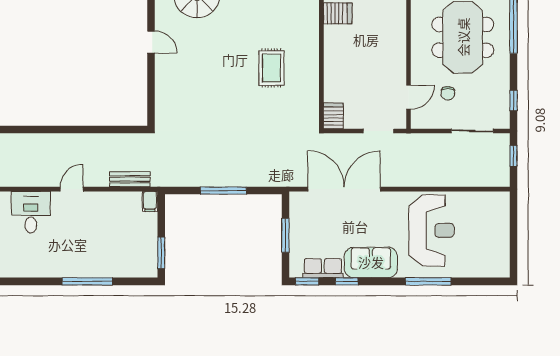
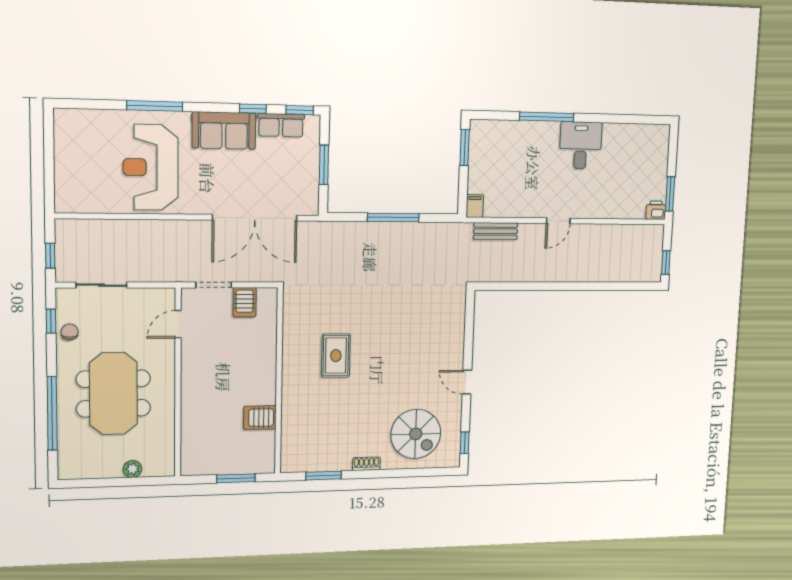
chair: (448, 93) -> (70, 332), moved
server rack: (333, 116) -> (245, 302), moved
desk: (31, 212) -> (581, 145), moved, turned 180

